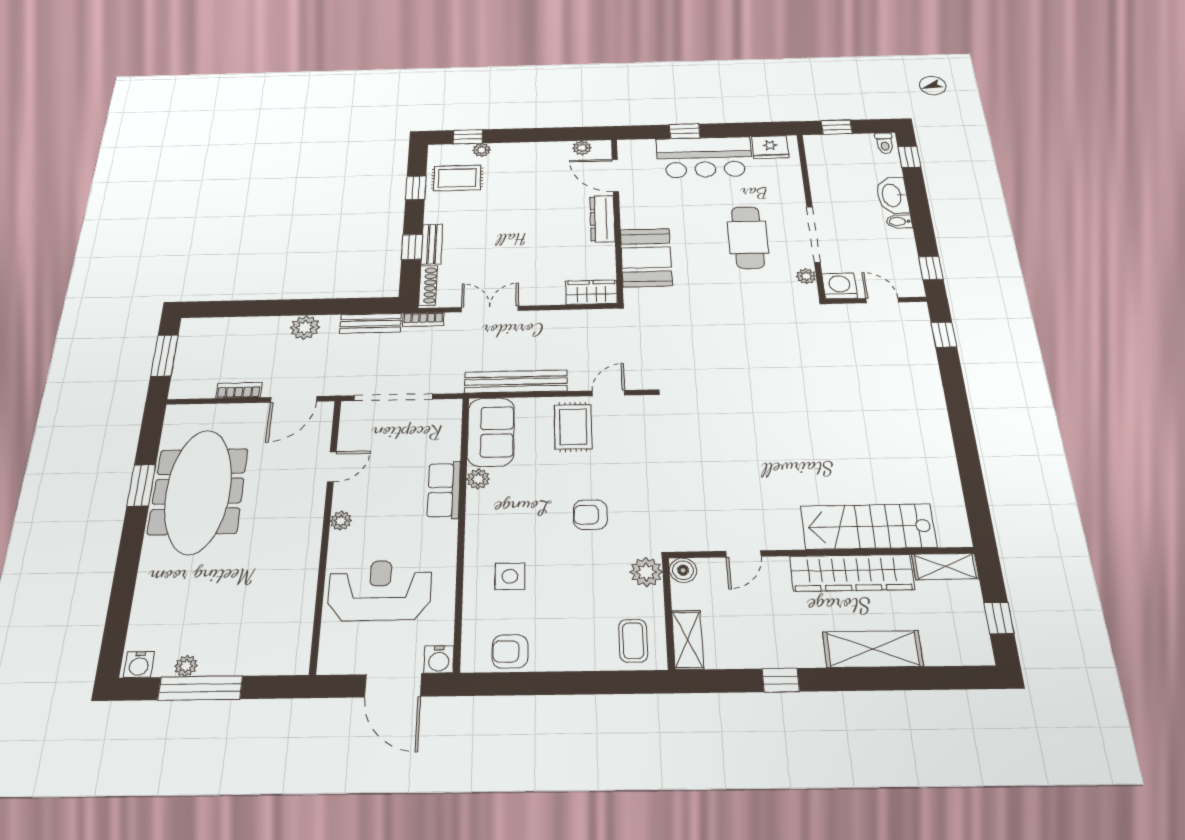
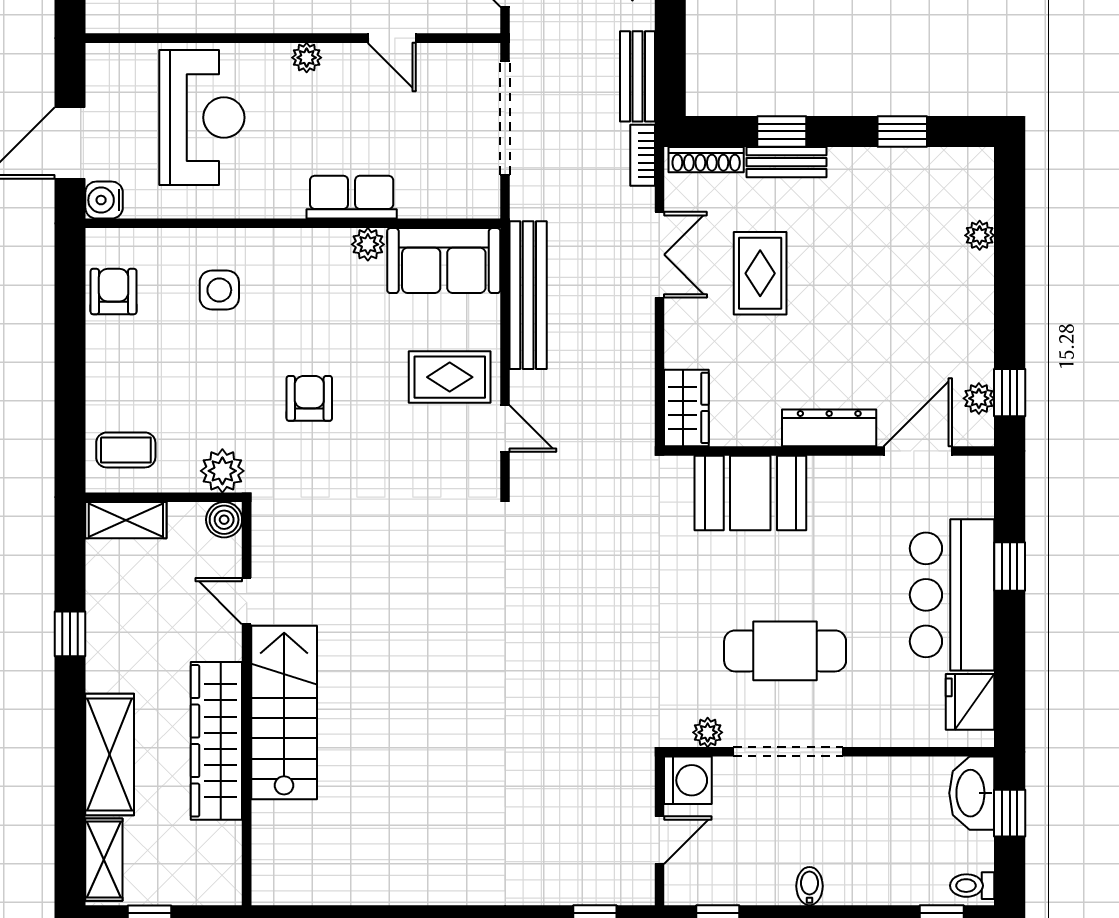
window: (468, 137) -> (1010, 393), moved
rug: (457, 178) -> (760, 273), moved
washbasin: (892, 195) -> (972, 793), moved, turned -90
stairs: (868, 527) -> (284, 712), moved
shelving: (945, 566) -> (104, 860), moved

